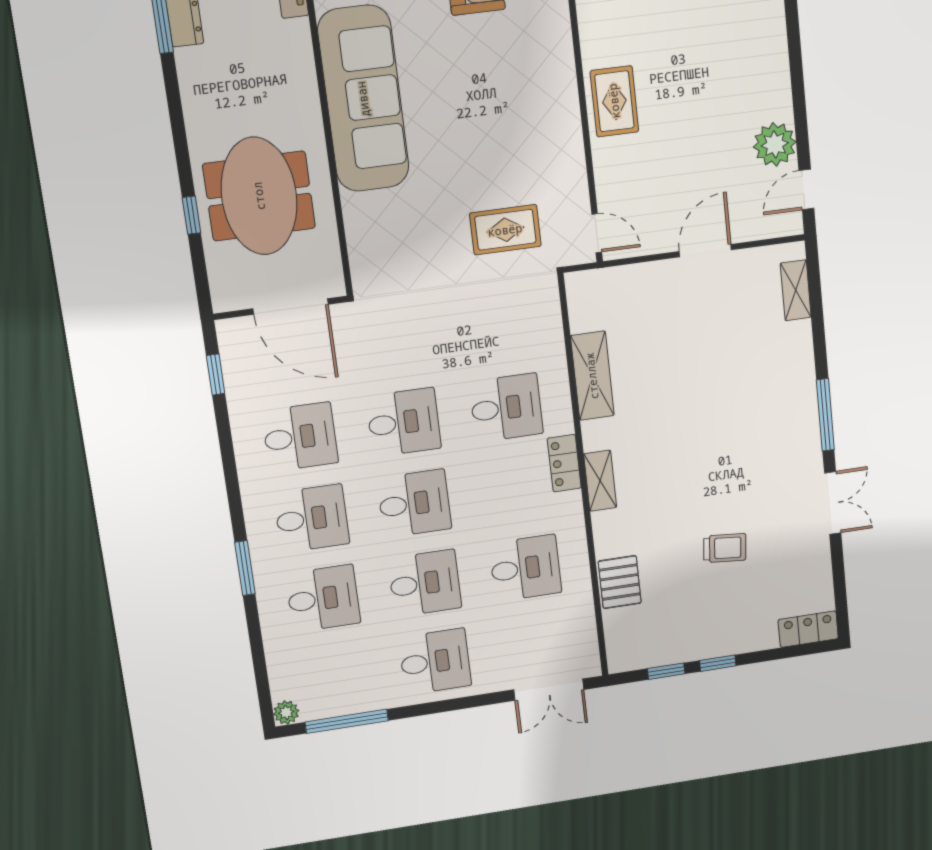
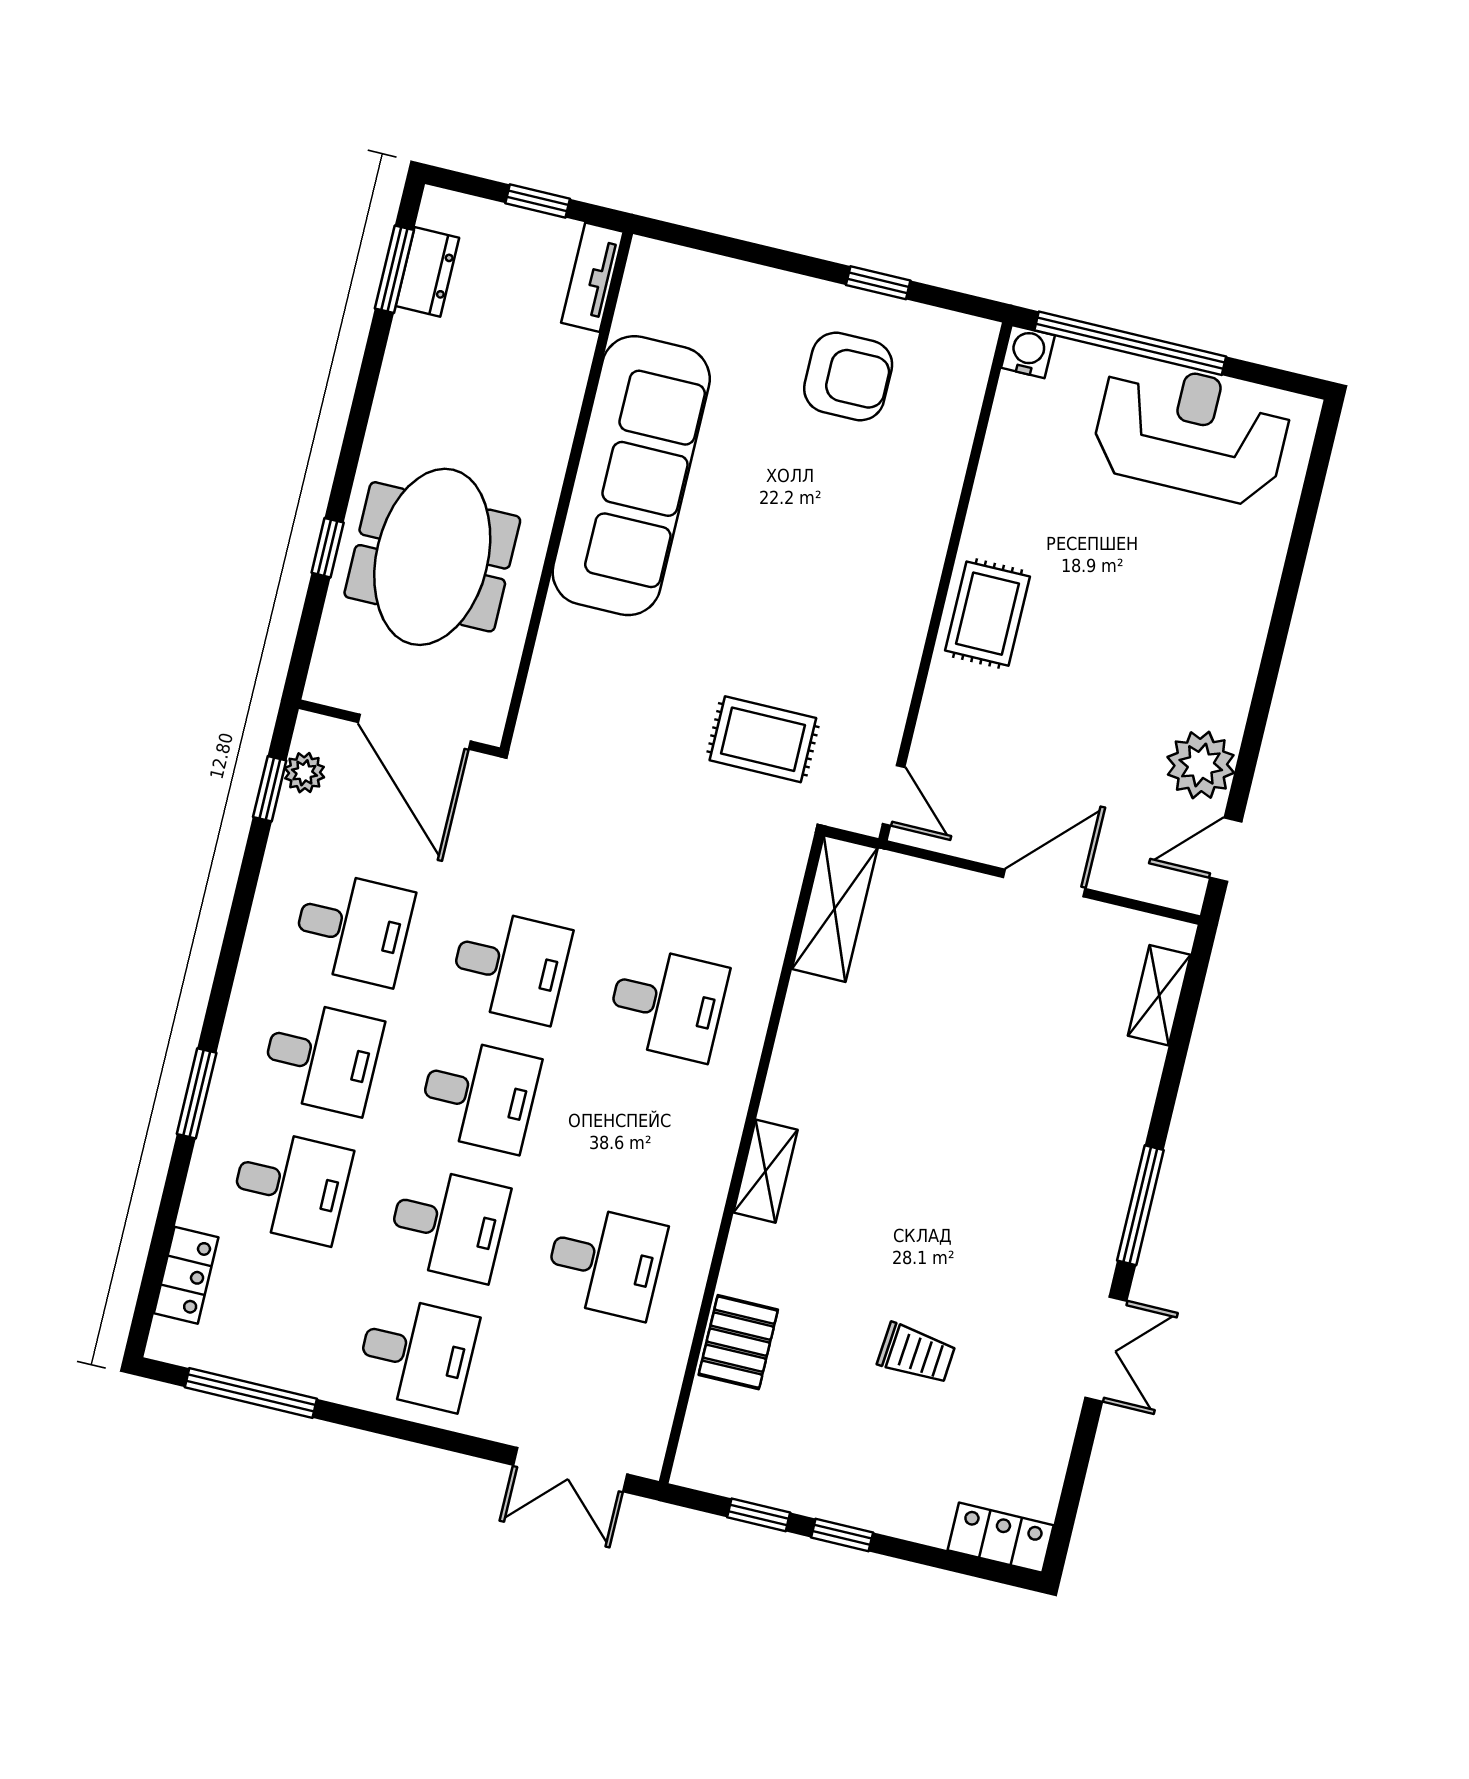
shelving: (592, 376) -> (835, 909), moved
locker: (564, 463) -> (186, 1275), moved, turned 180
plant: (286, 712) -> (304, 773), moved

